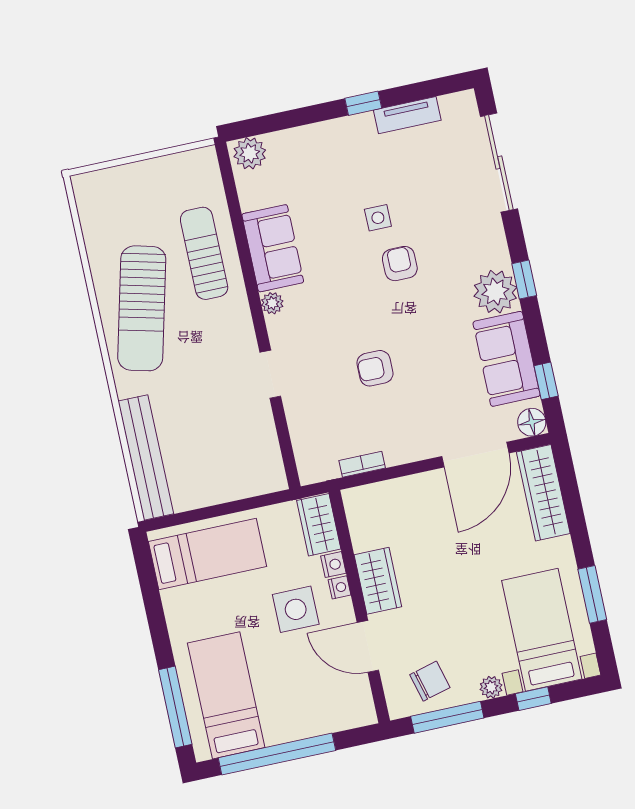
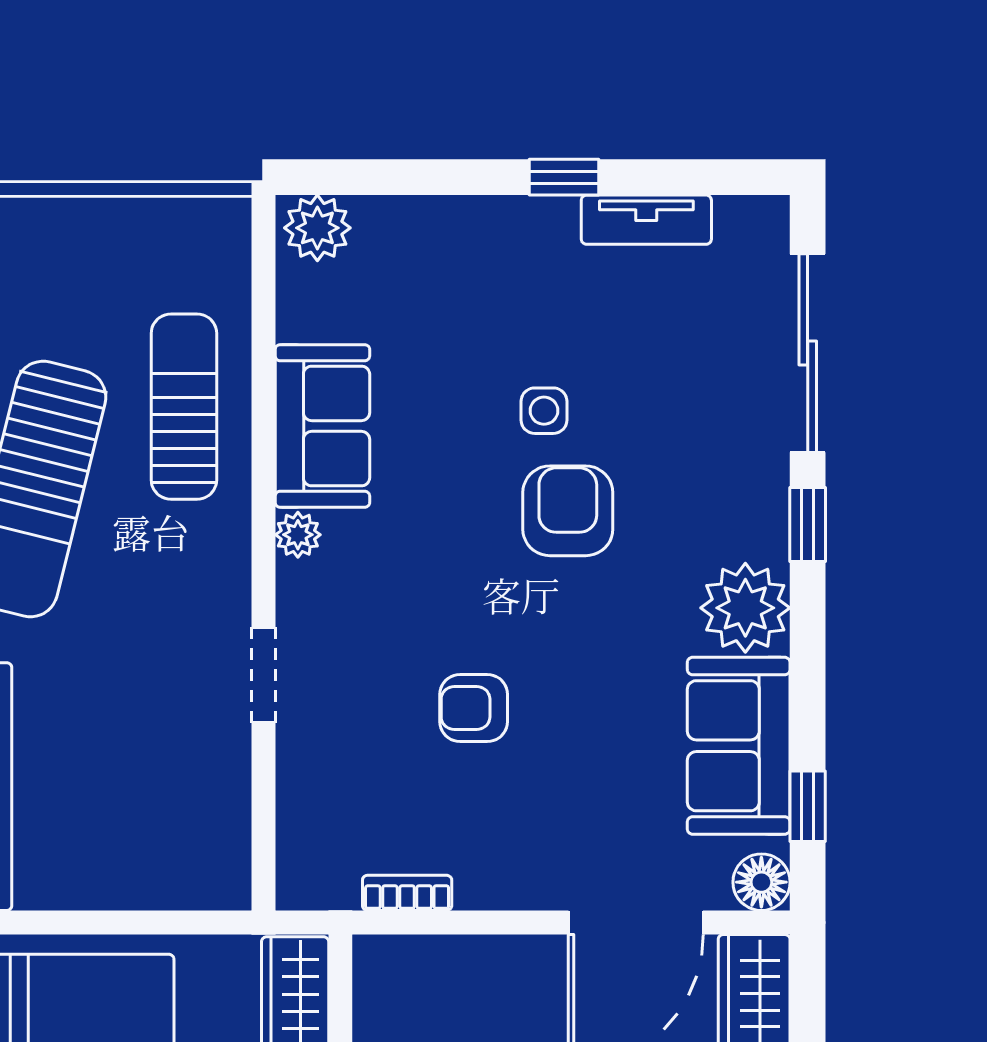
armchair: (400, 264) -> (568, 511), width x1.38, depth x1.38
window: (524, 280) -> (808, 524), moved

